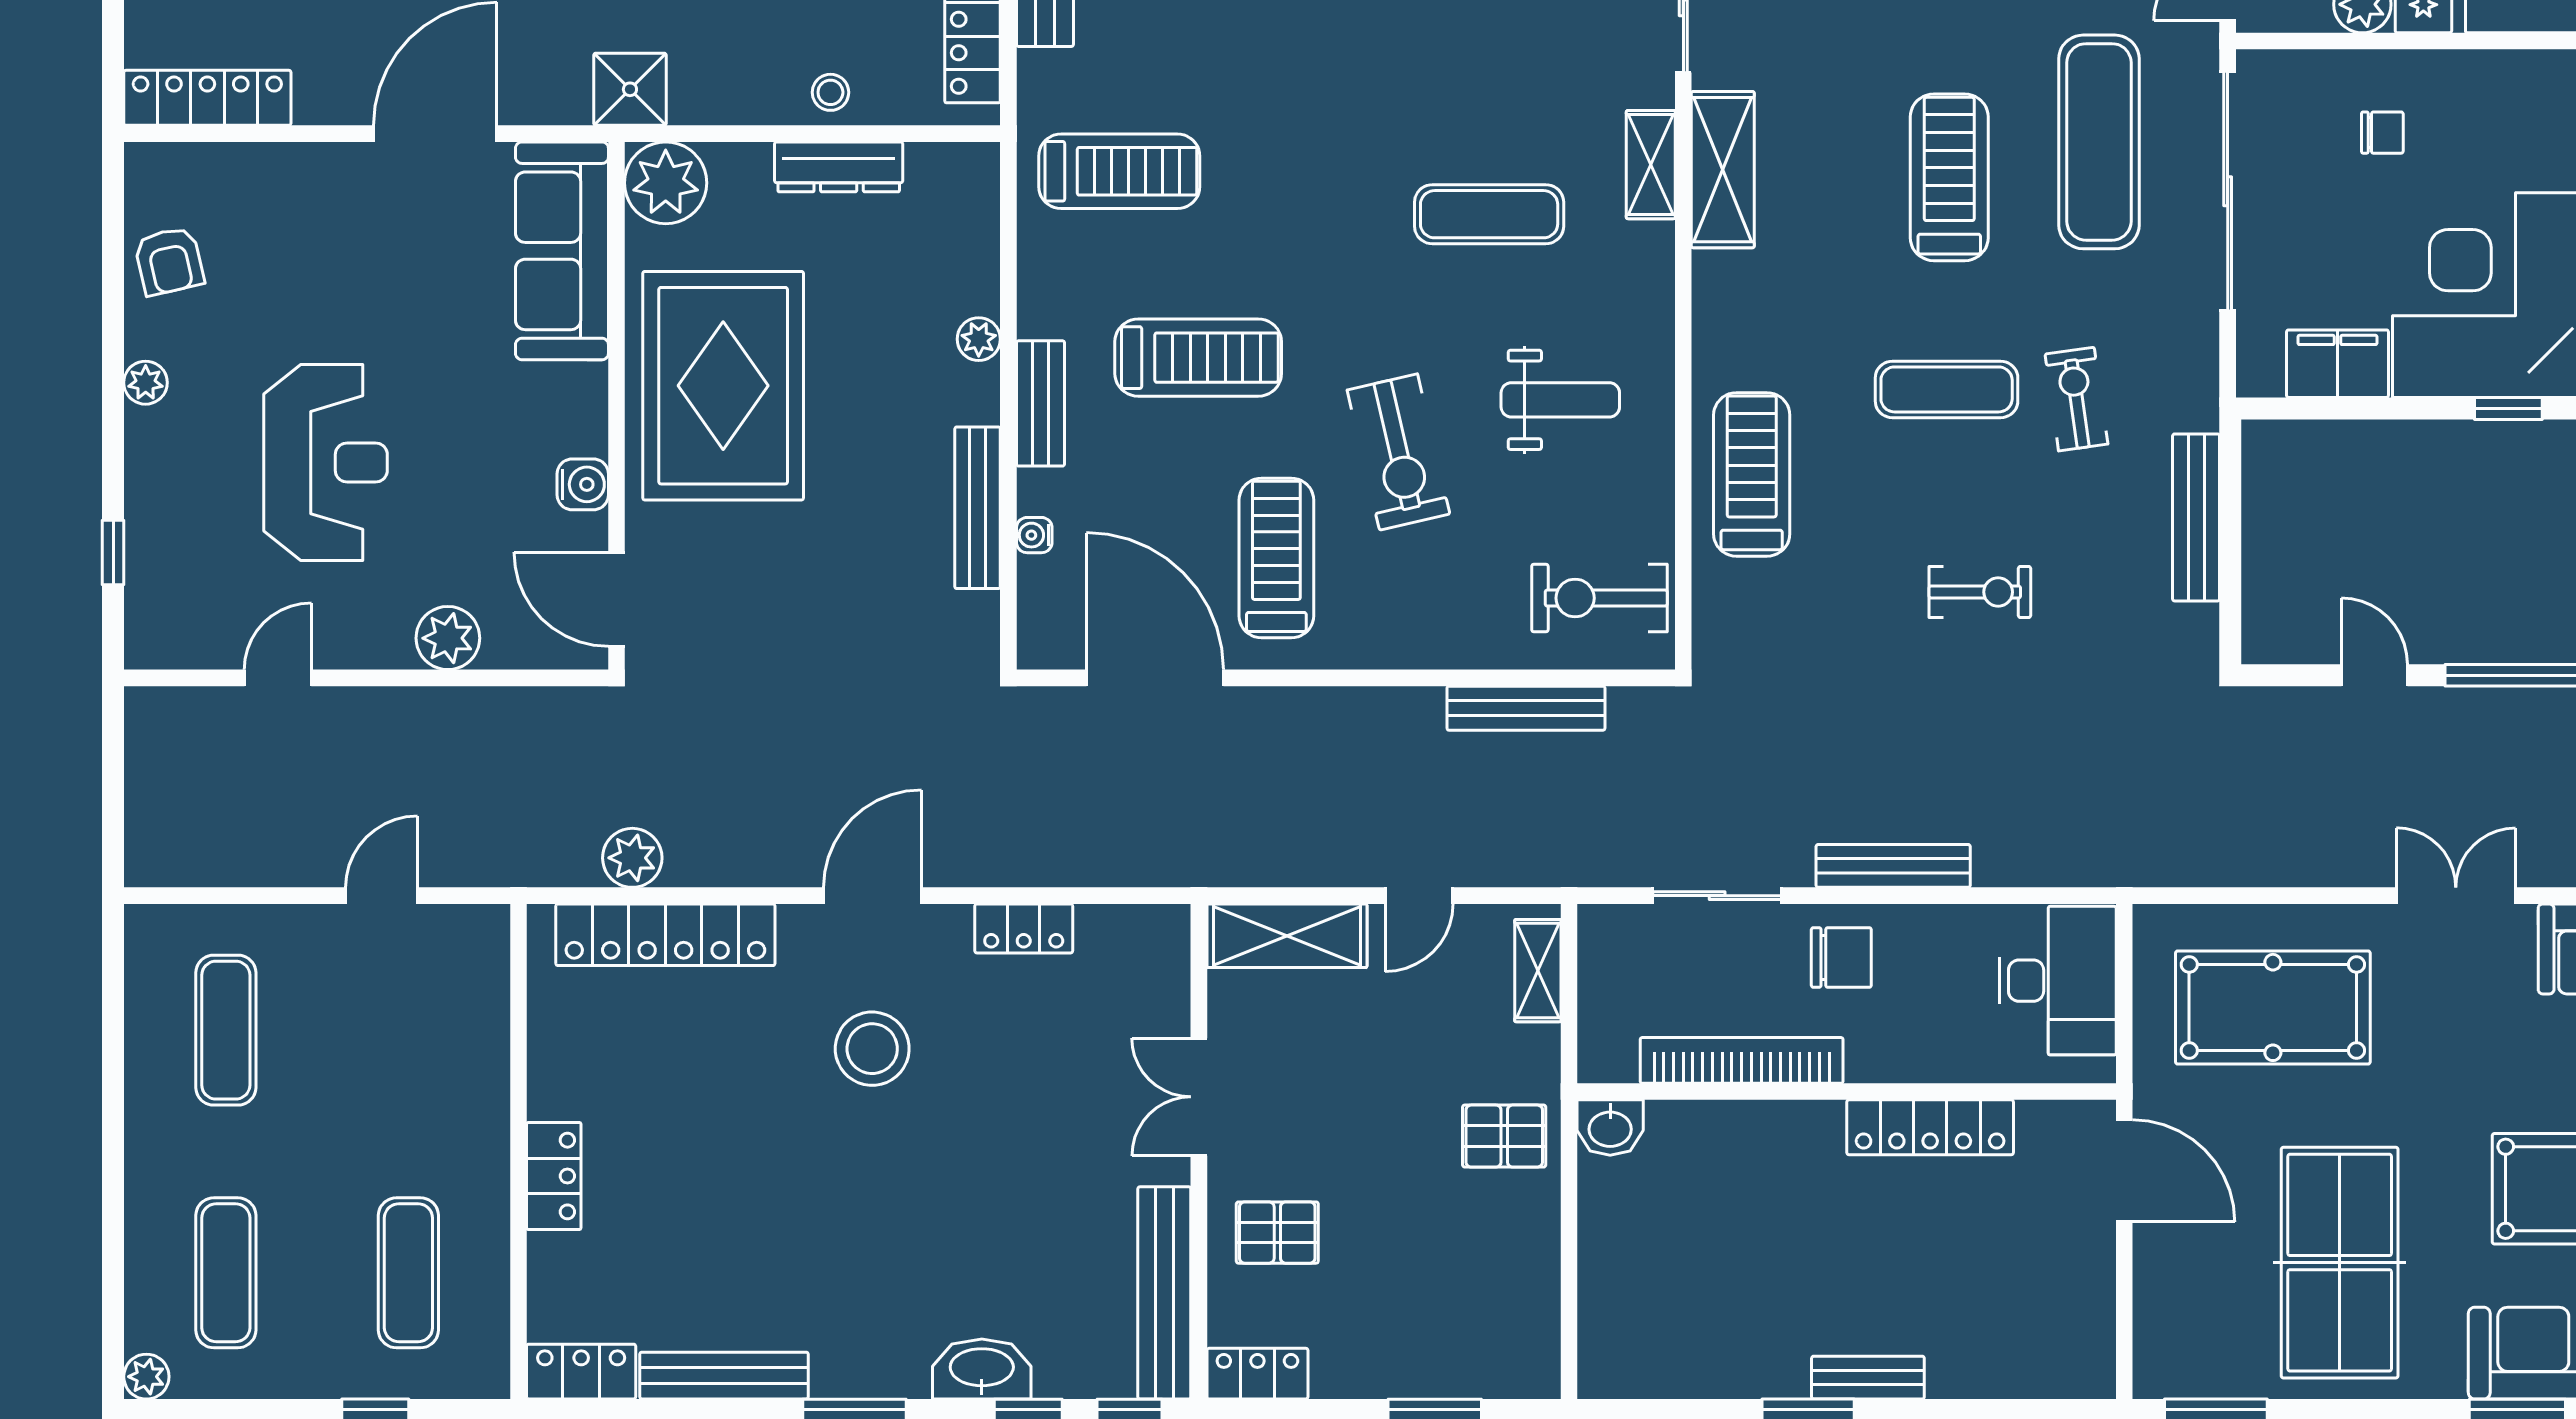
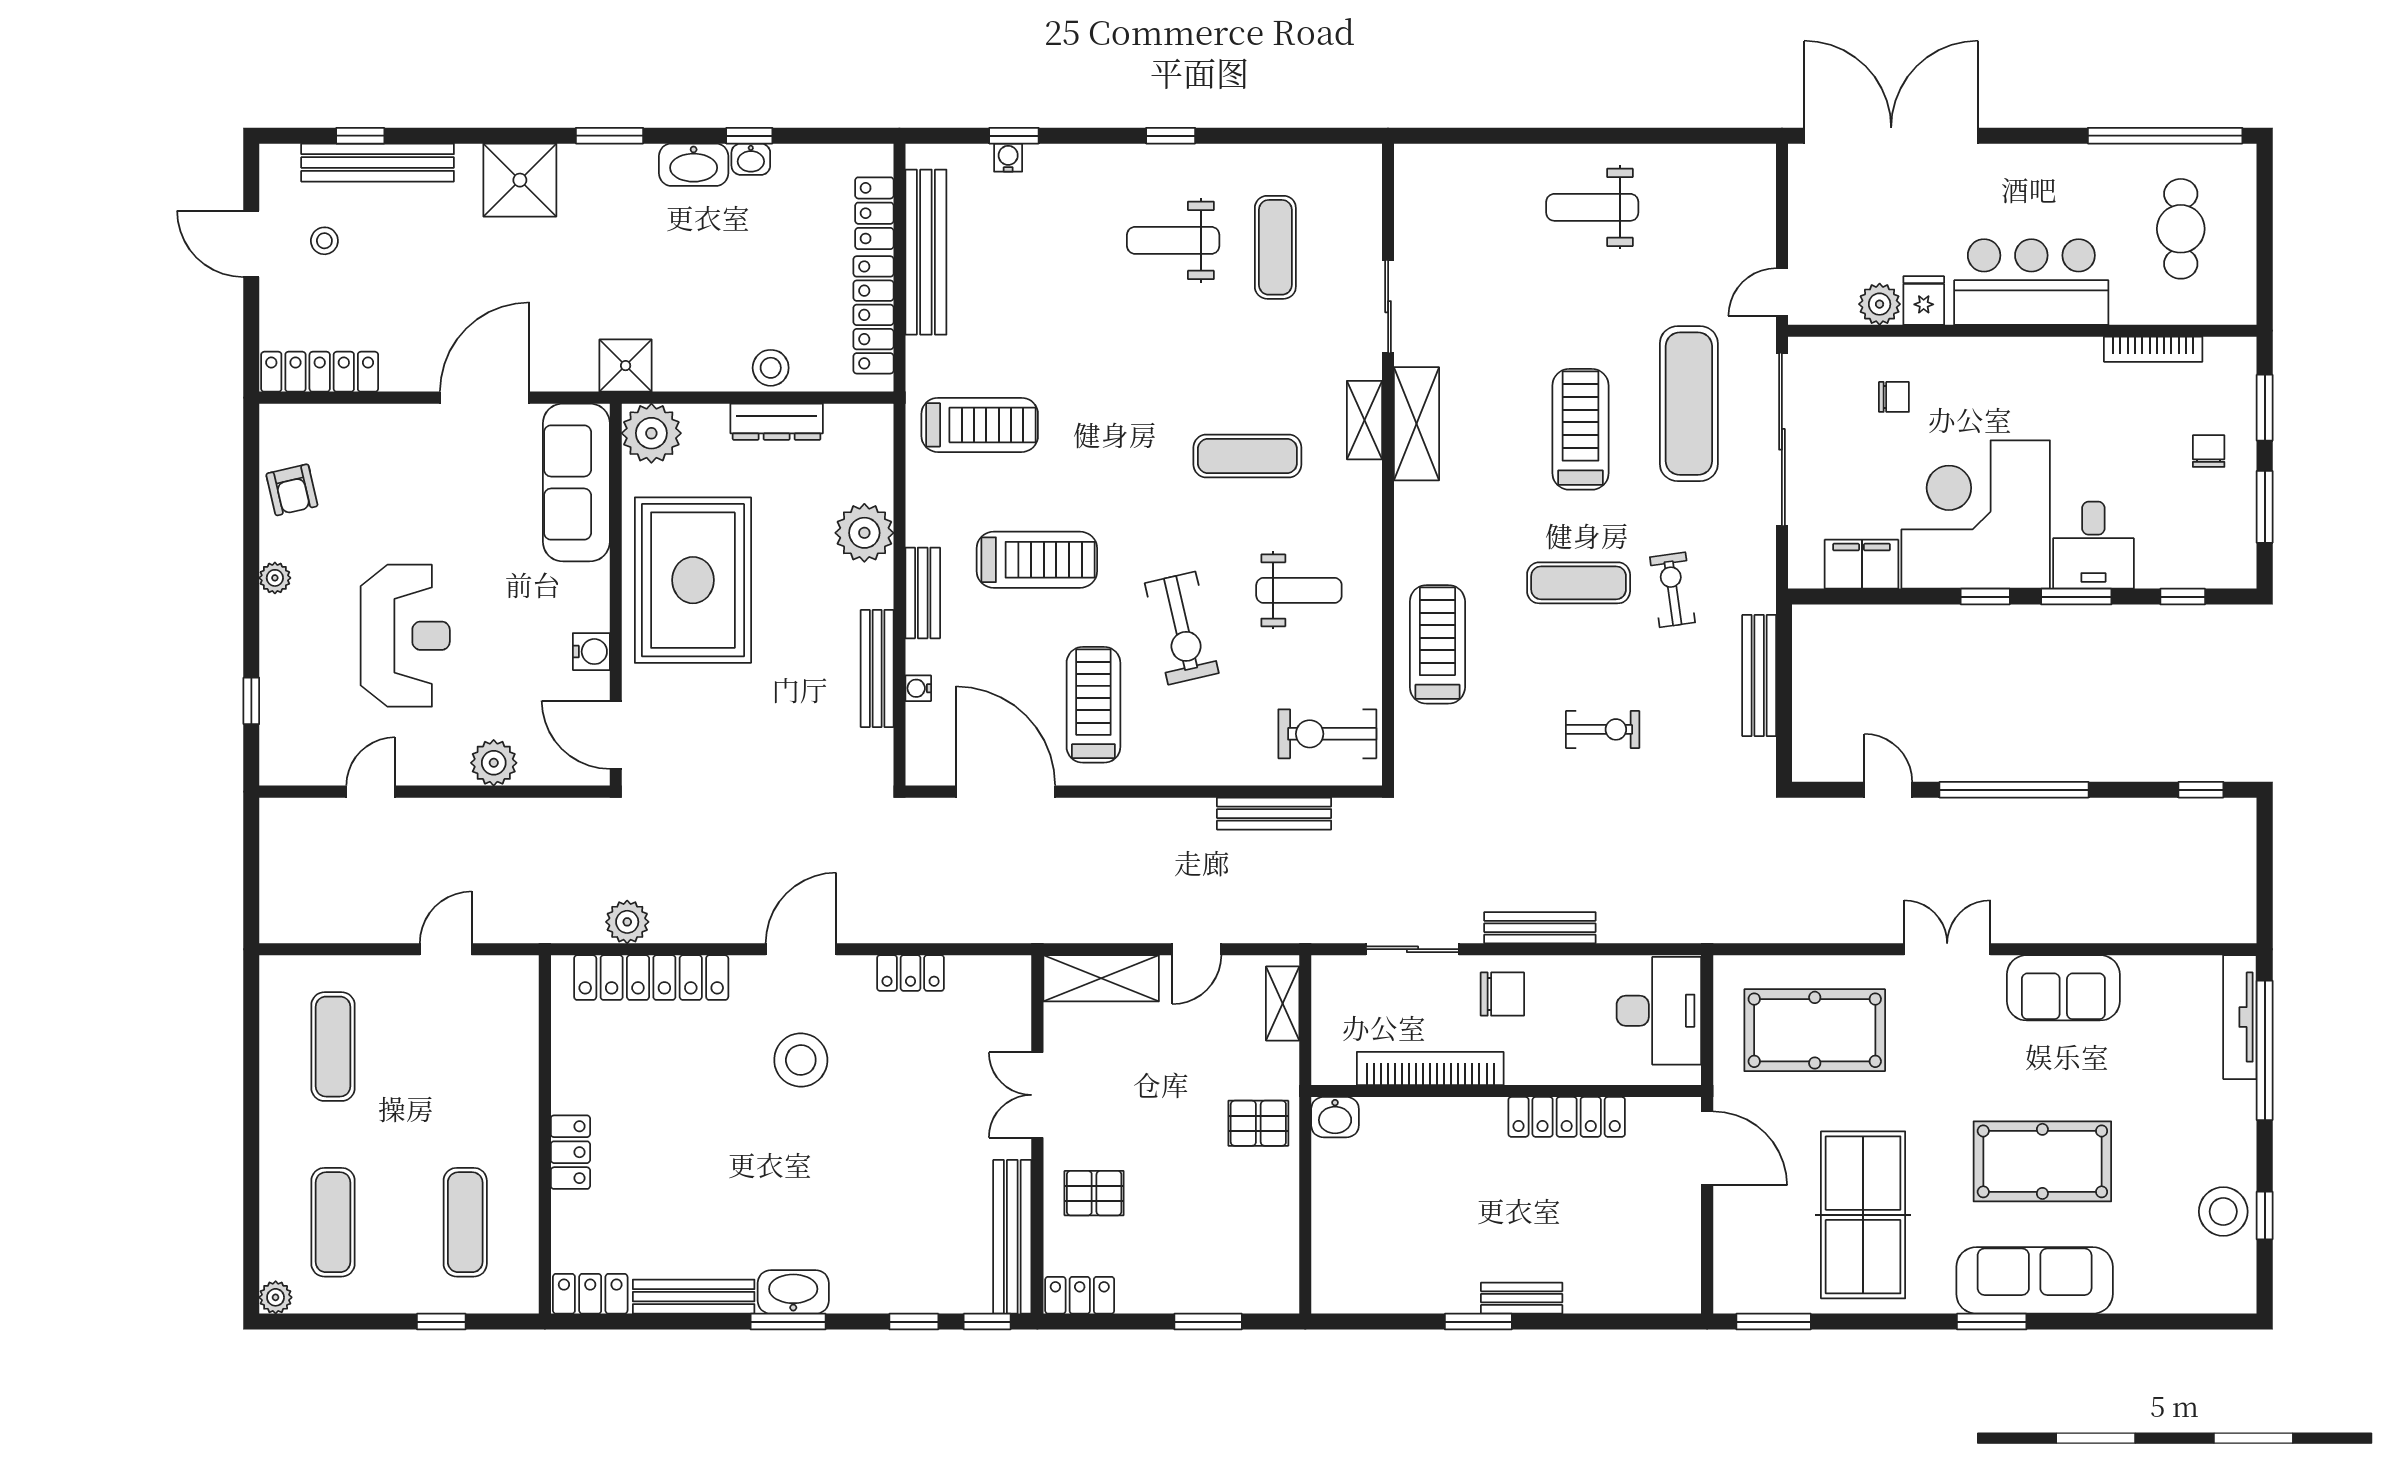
stool: (830, 92) -> (771, 368), width x1.37, depth x1.37
plant: (979, 339) -> (864, 533), width x1.88, depth x1.88
washbasin: (982, 1369) -> (793, 1292), moved

